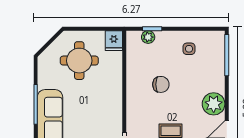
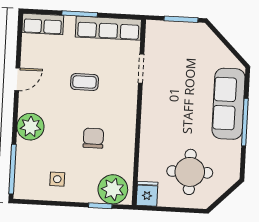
plant: (148, 37) -> (113, 189), width x1.87, depth x1.87
chair: (161, 84) -> (93, 138), turned 90
plant: (214, 104) -> (30, 127), moved

